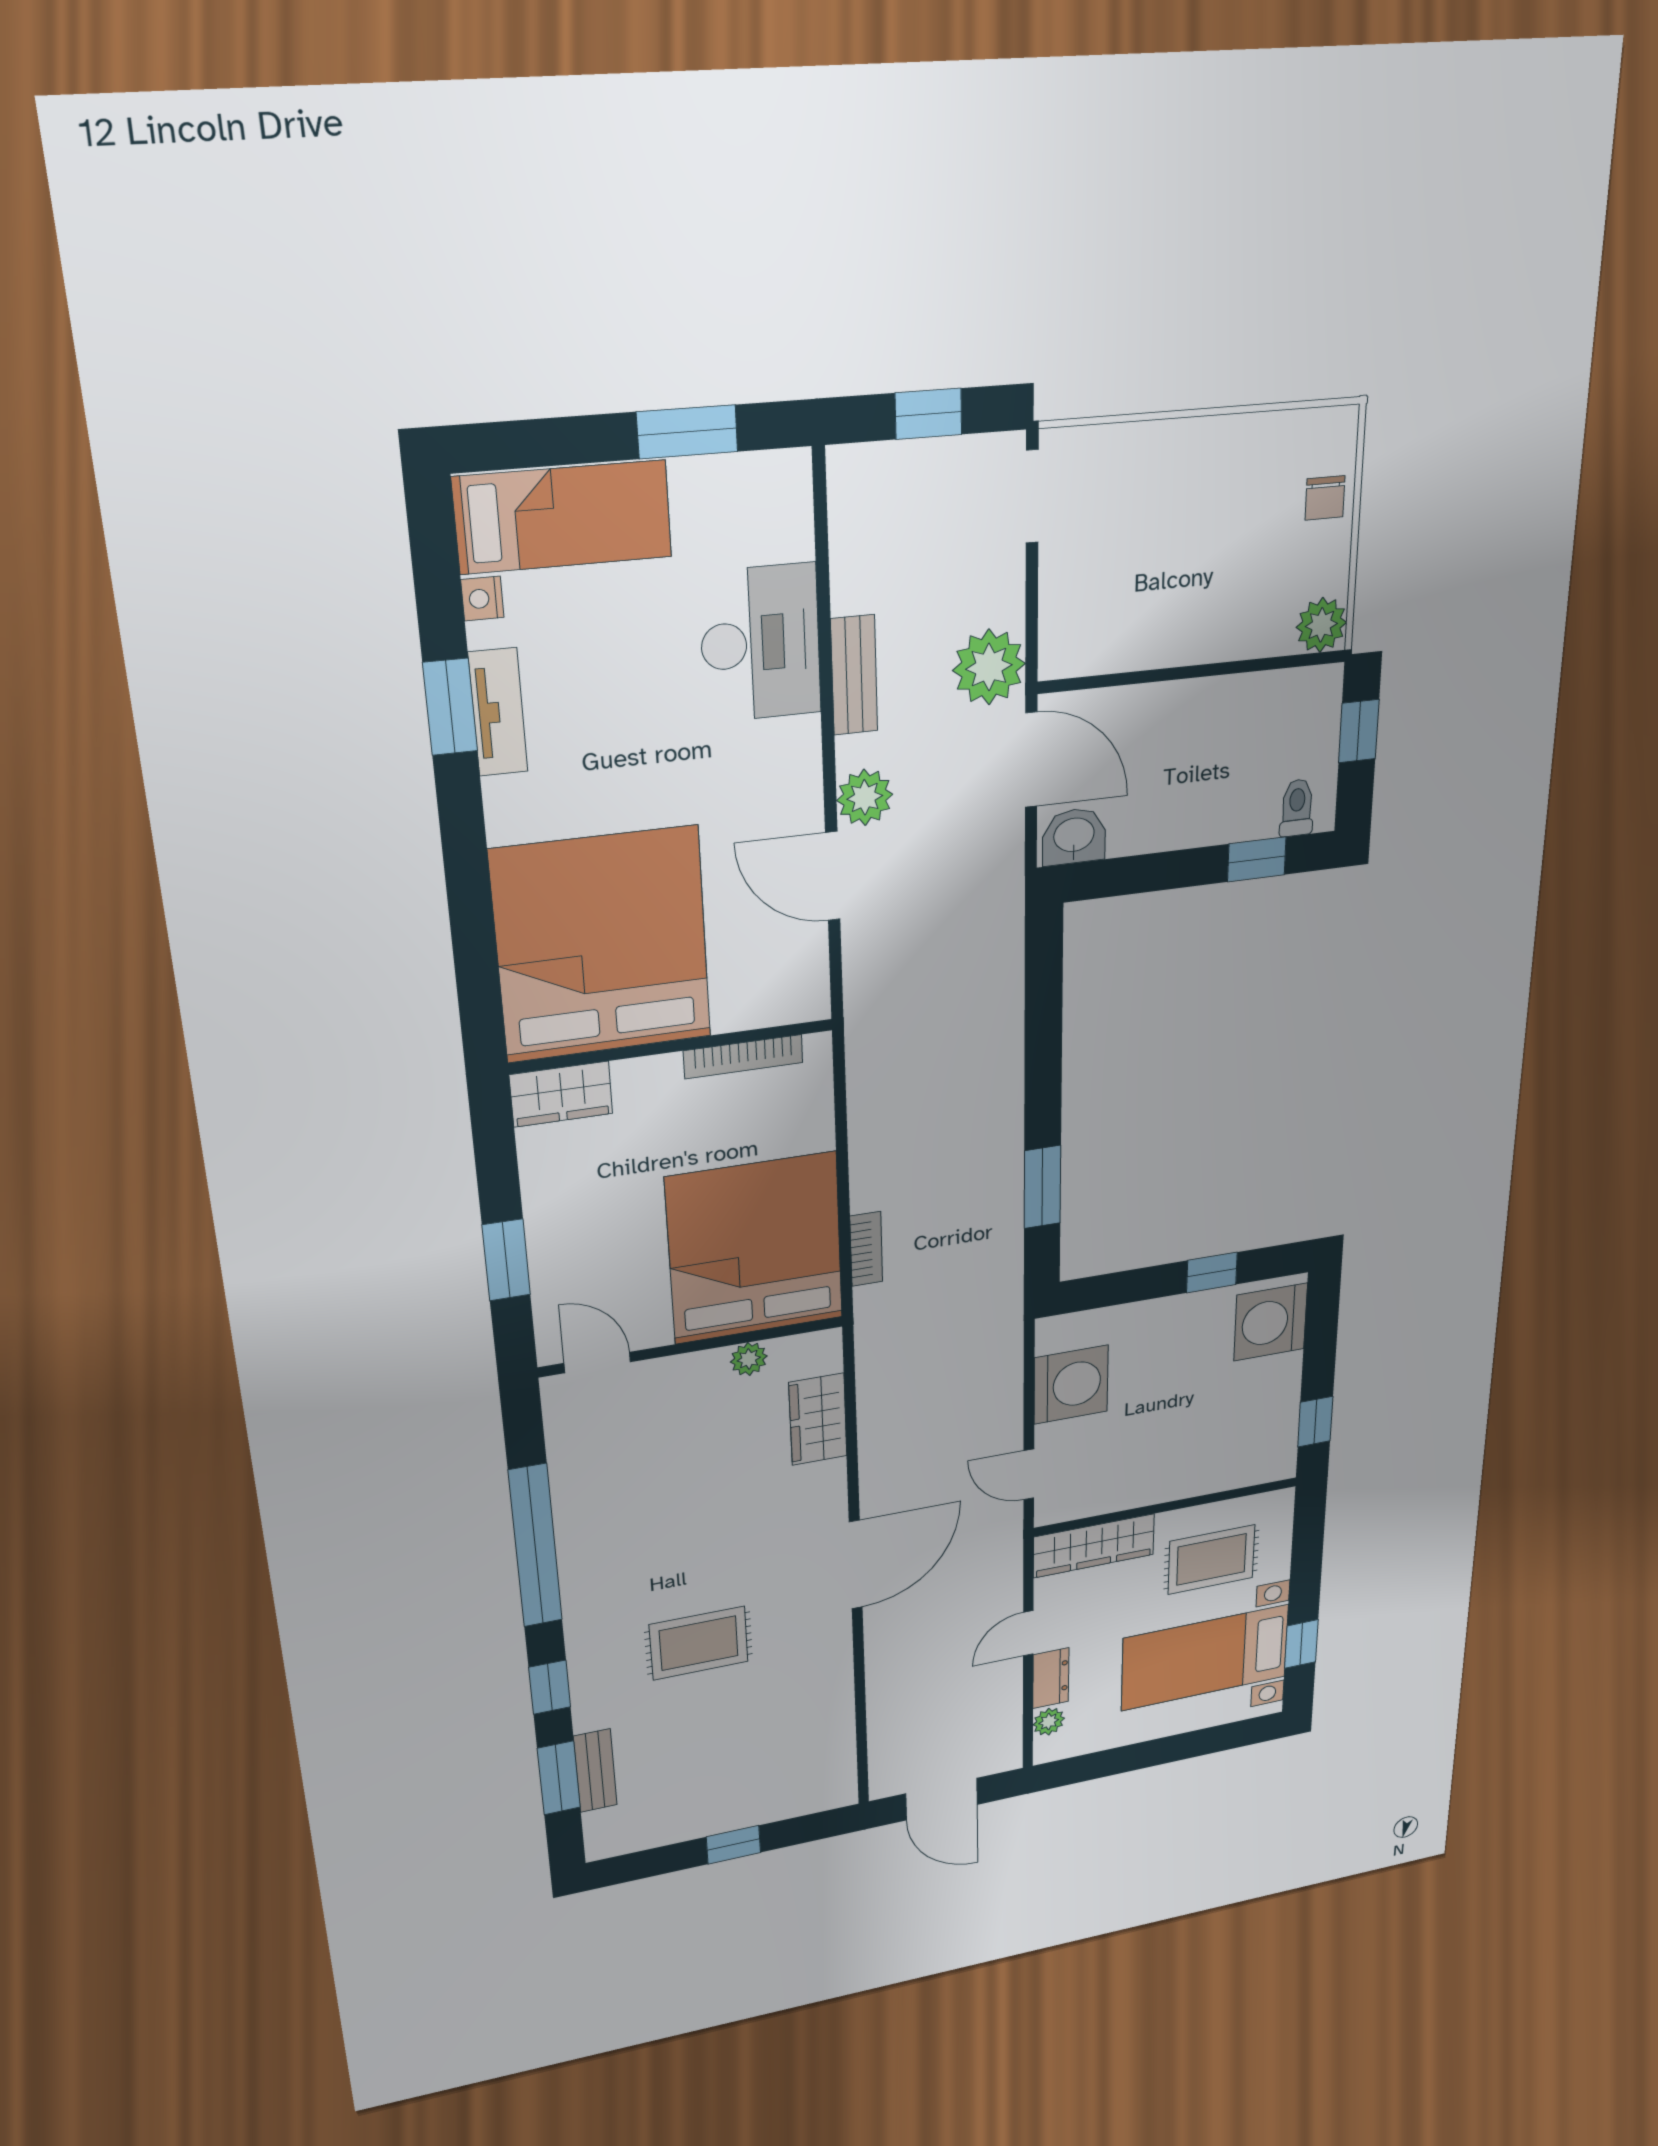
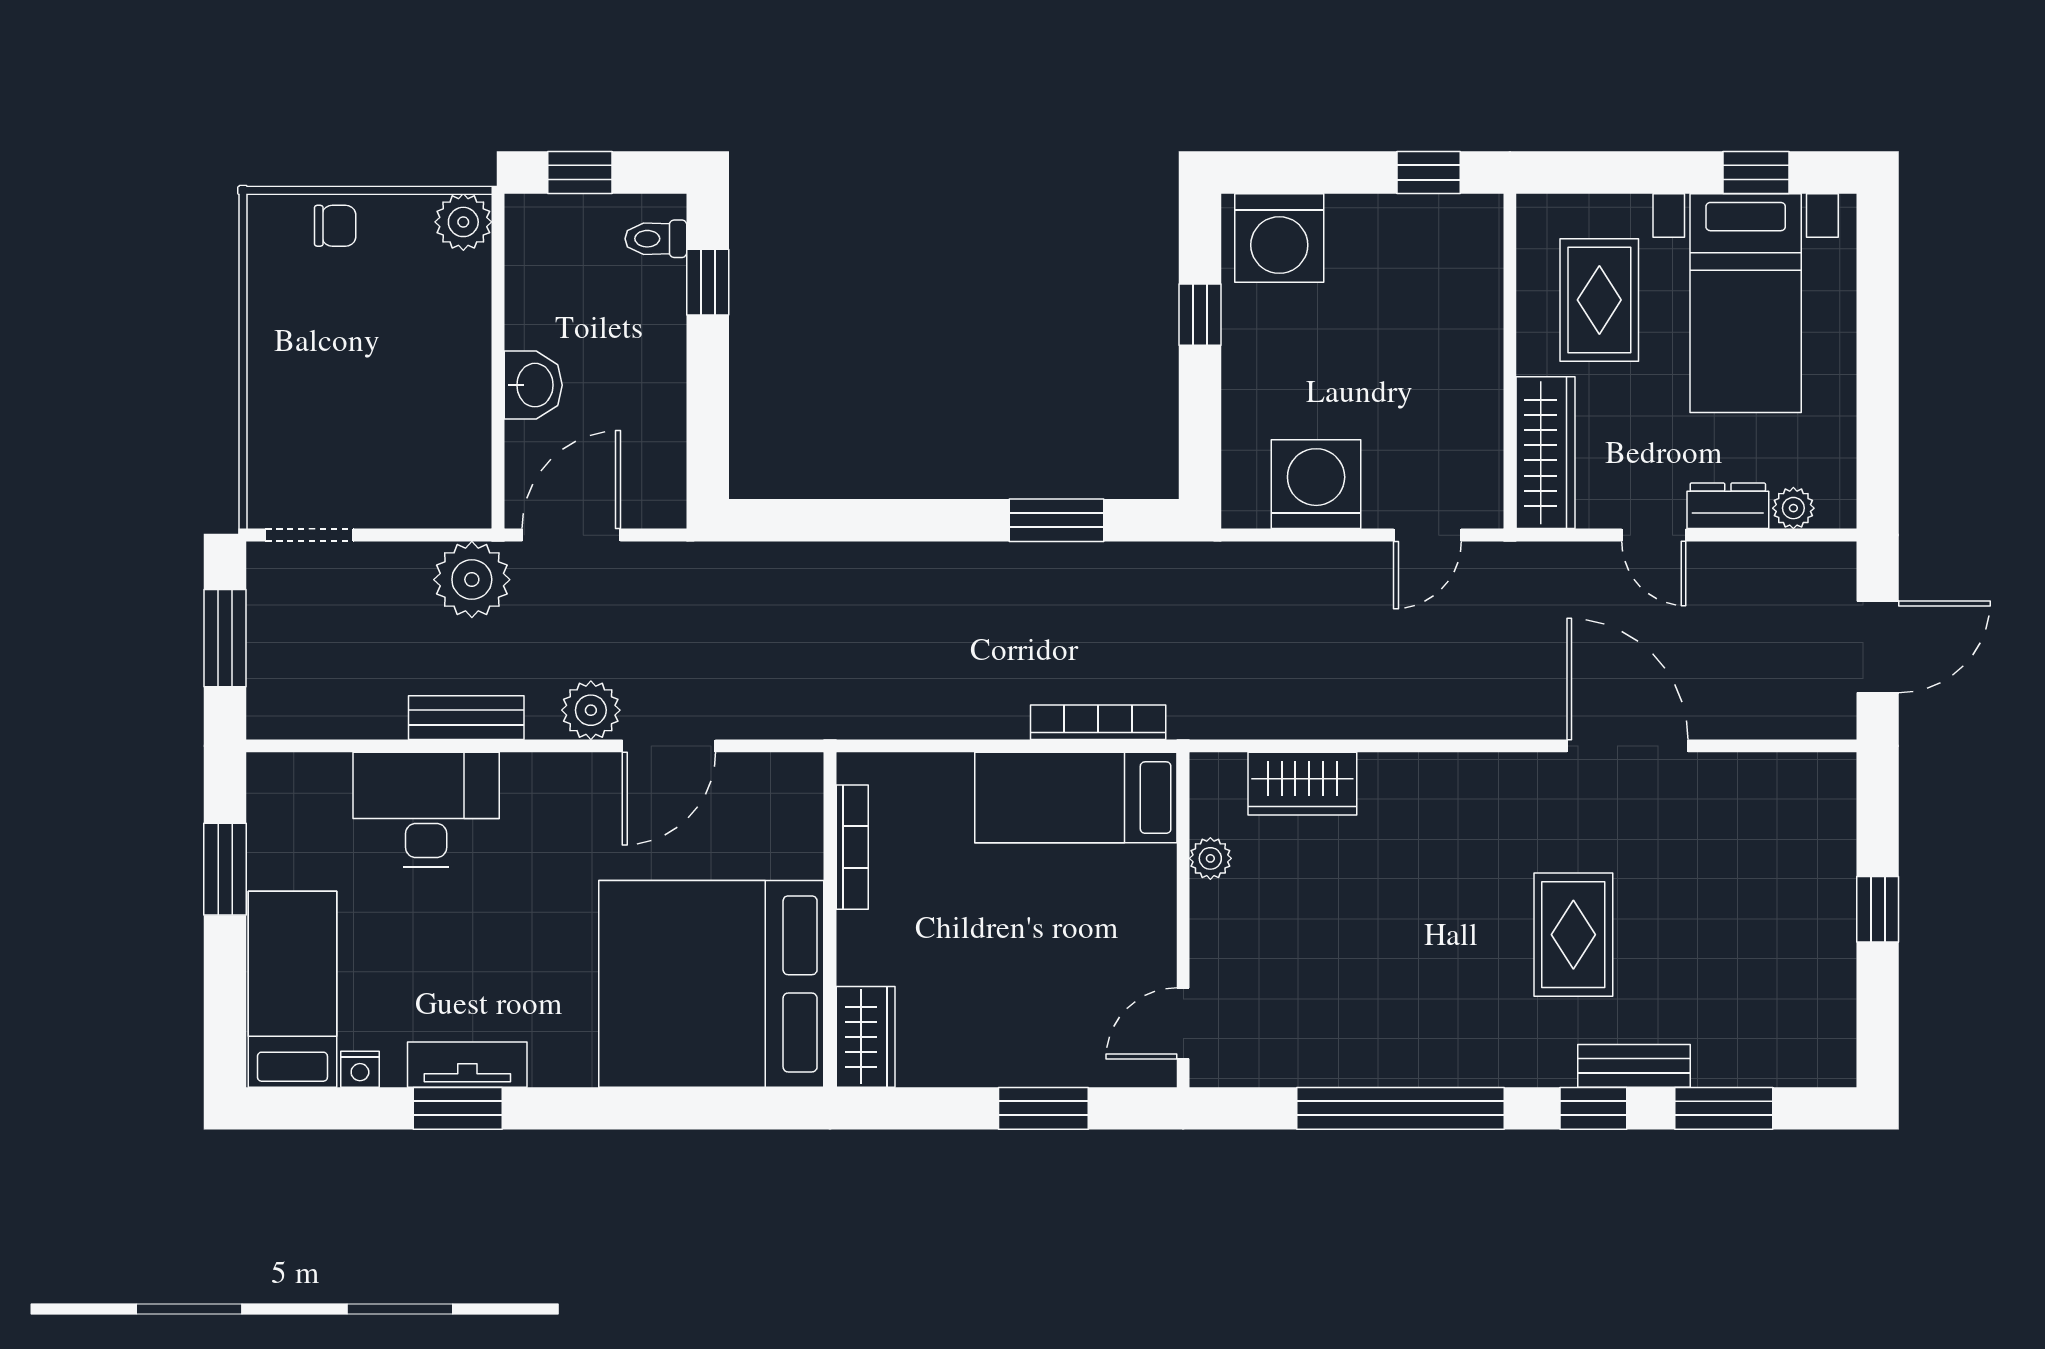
window: (929, 414) -> (225, 638), width x1.50
washbasin: (1074, 836) -> (533, 385), moved, turned 180
bed: (755, 1248) -> (1076, 798), width x0.49
bookcase: (866, 1249) -> (1098, 722), width x1.56
door: (856, 1565) -> (1627, 746), moved
bench: (595, 1771) -> (1634, 1066), moved

